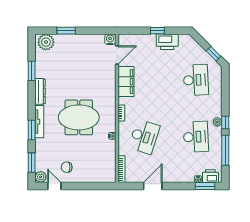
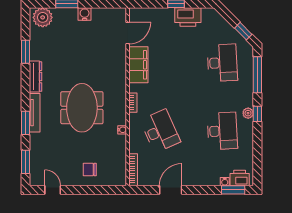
water cooler: (110, 39) -> (85, 14), moved
meeting table: (79, 117) -> (82, 108), turned 90
desk: (144, 137) -> (160, 131), turned -42
window: (225, 150) -> (257, 75), moved
chair: (67, 167) -> (90, 170), moved
plant: (41, 177) -> (36, 179), removed

